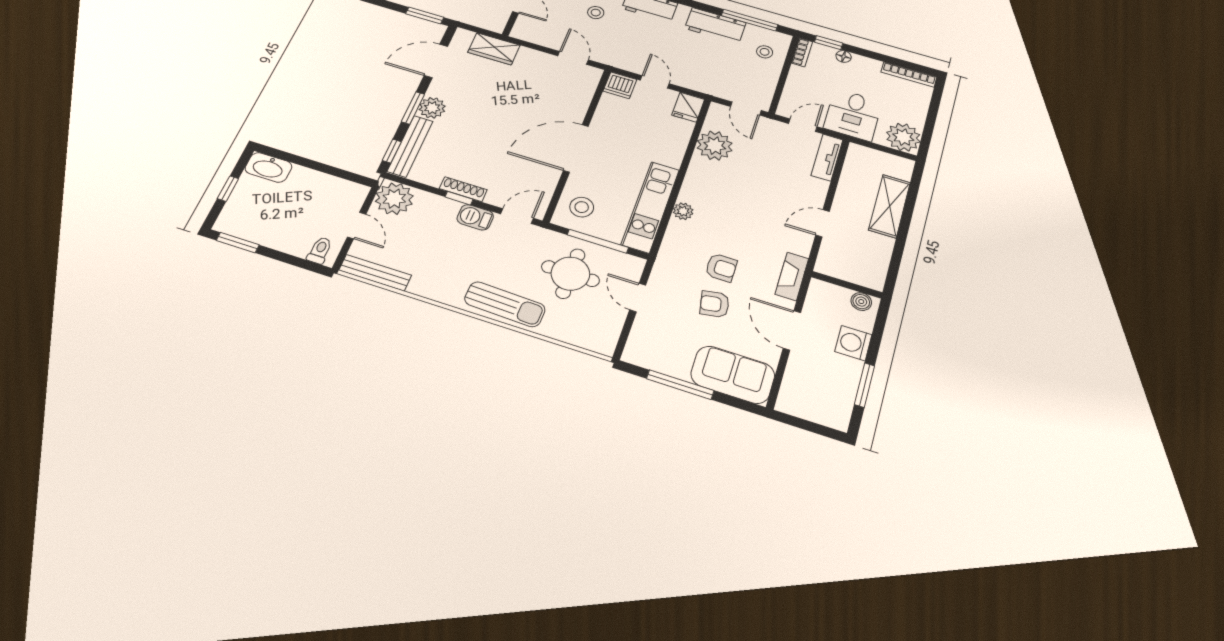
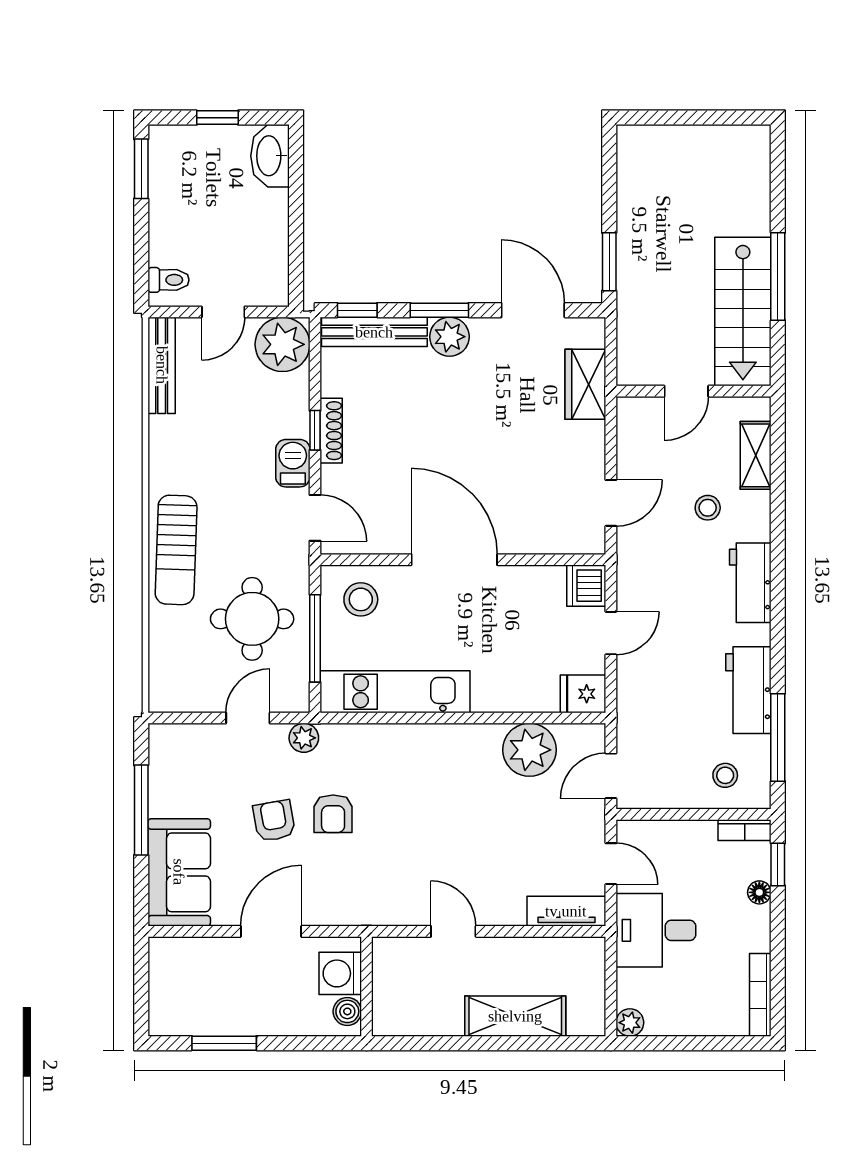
plant: (903, 137) -> (630, 1023), width x0.53, depth x0.53
plant: (683, 211) -> (304, 738), moved
fireplace: (792, 276) -> (353, 911), removed
washing machine: (853, 343) -> (340, 973), moved, turned -90

